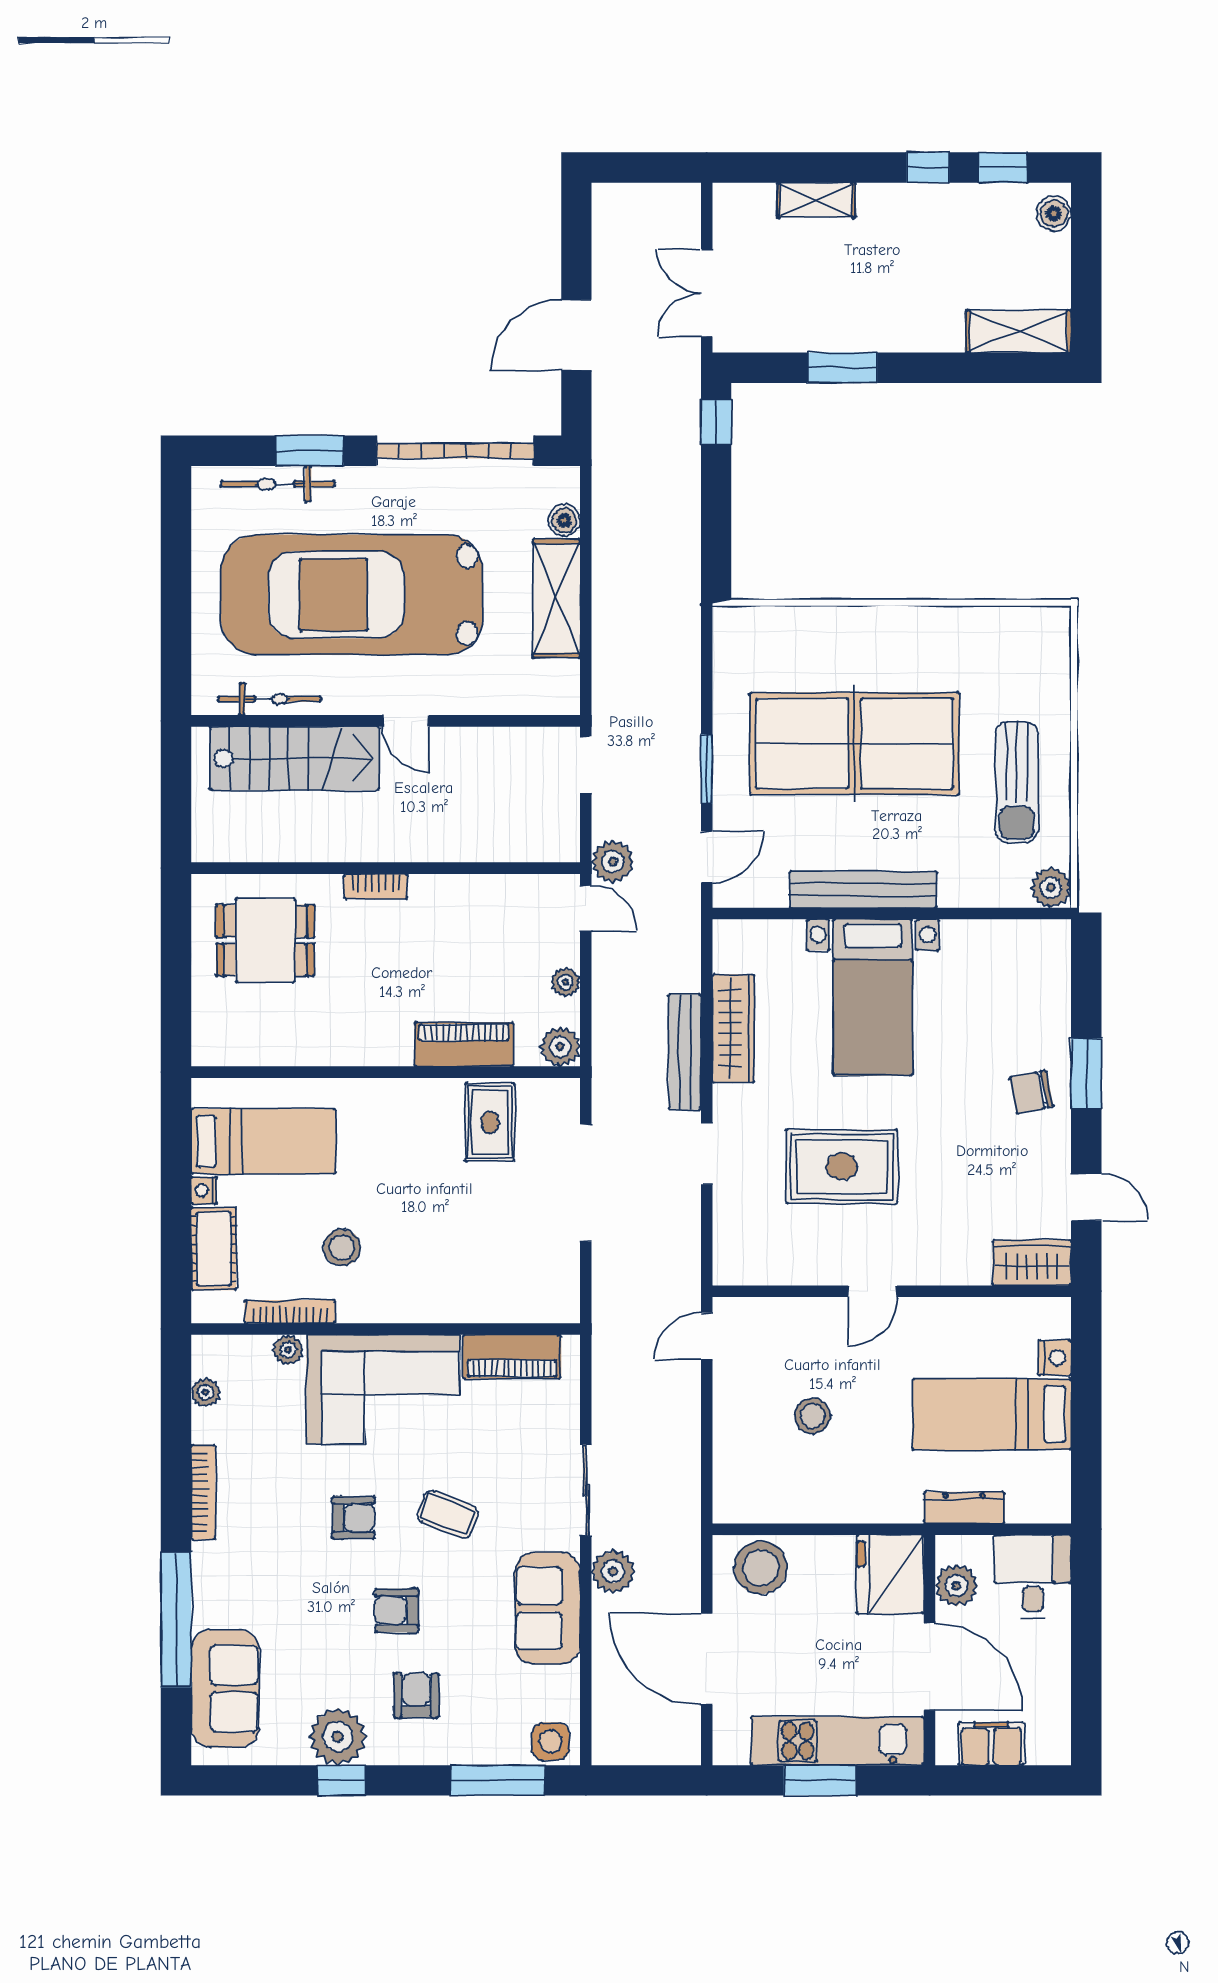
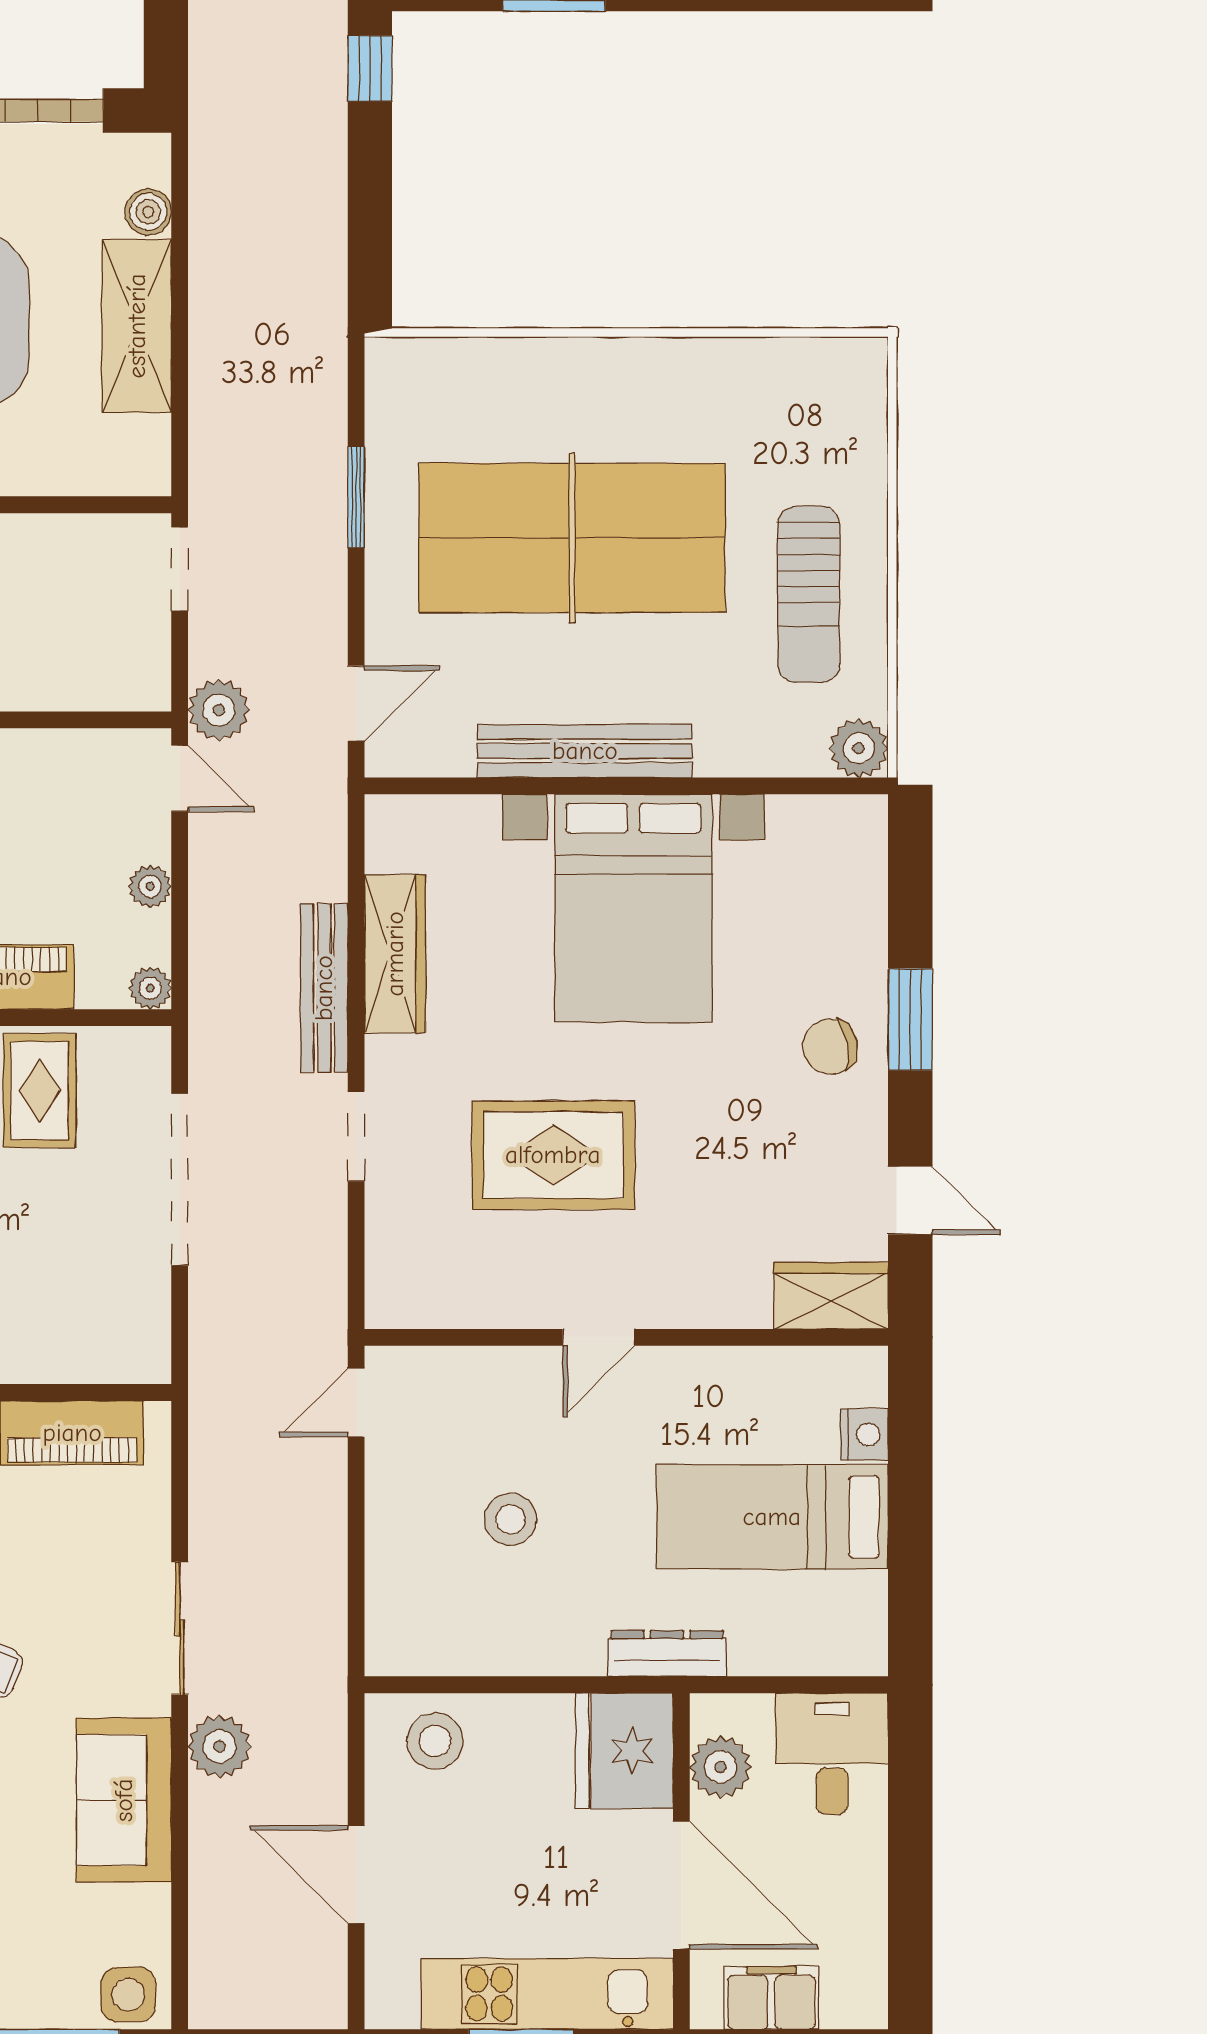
window: (707, 769) -> (356, 497), moved
bed with nightstands: (873, 997) -> (633, 908), width x1.36
plant: (560, 1047) -> (150, 988), width x0.73, depth x0.73
dresser: (964, 1508) -> (667, 1653), moved
stool: (761, 1568) -> (435, 1741), width x0.73, depth x0.73
door: (707, 1659) -> (356, 1874), width x0.73

